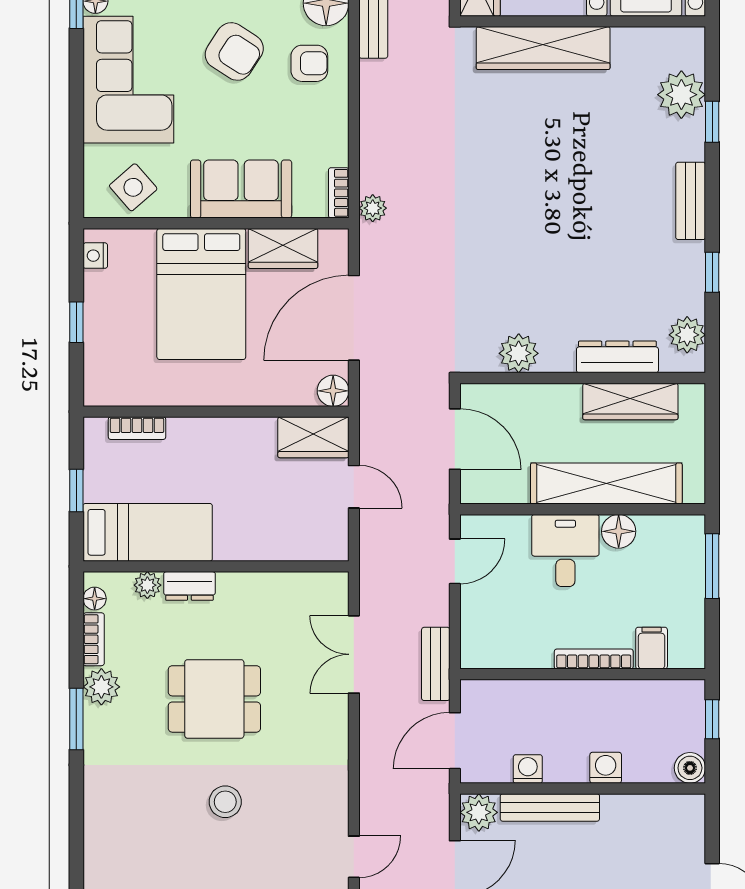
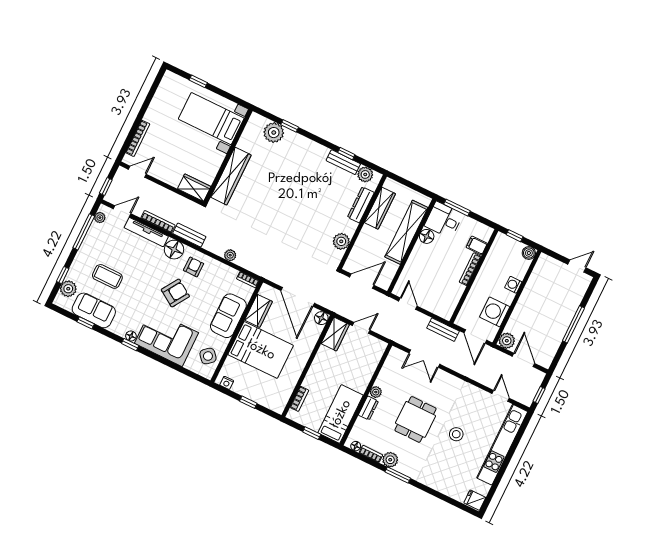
bench: (691, 201) -> (343, 162), moved
plant: (373, 208) -> (230, 255), moved
desk: (565, 550) -> (444, 220), moved
plant: (147, 585) -> (376, 392), moved
washing machine: (528, 769) -> (495, 312), width x1.89, depth x1.89
bench: (550, 807) -> (518, 313), removed

